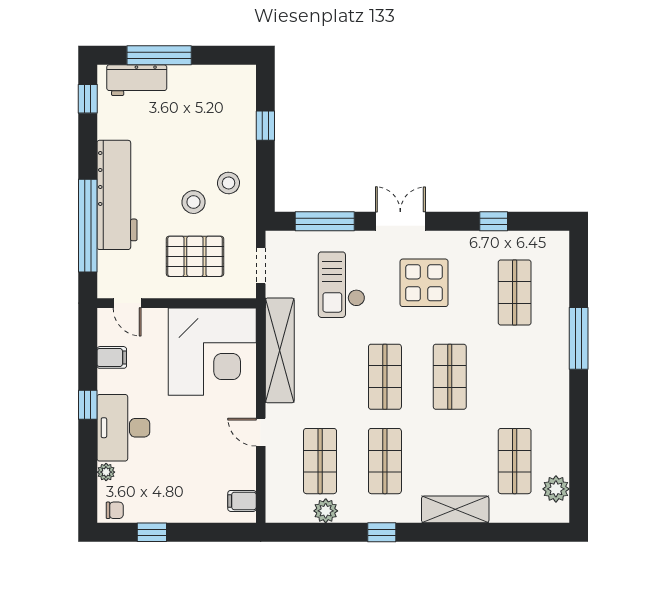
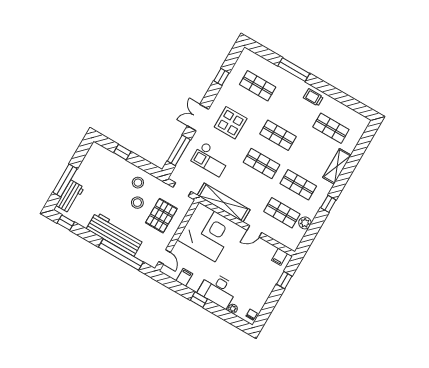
door: (127, 303) -> (165, 257), hinge flipped
trolley: (550, 400) -> (313, 97), added
plant: (556, 489) -> (353, 117), removed
window: (152, 532) -> (284, 280), moved

